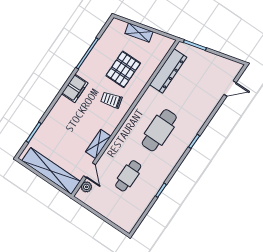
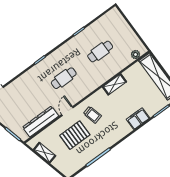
shelving: (139, 33) -> (45, 153), moved
filing cabinet: (75, 88) -> (138, 119), moved
cafe table: (159, 130) -> (64, 78), width x0.73, depth x0.74
door: (90, 170) -> (67, 111), moved

